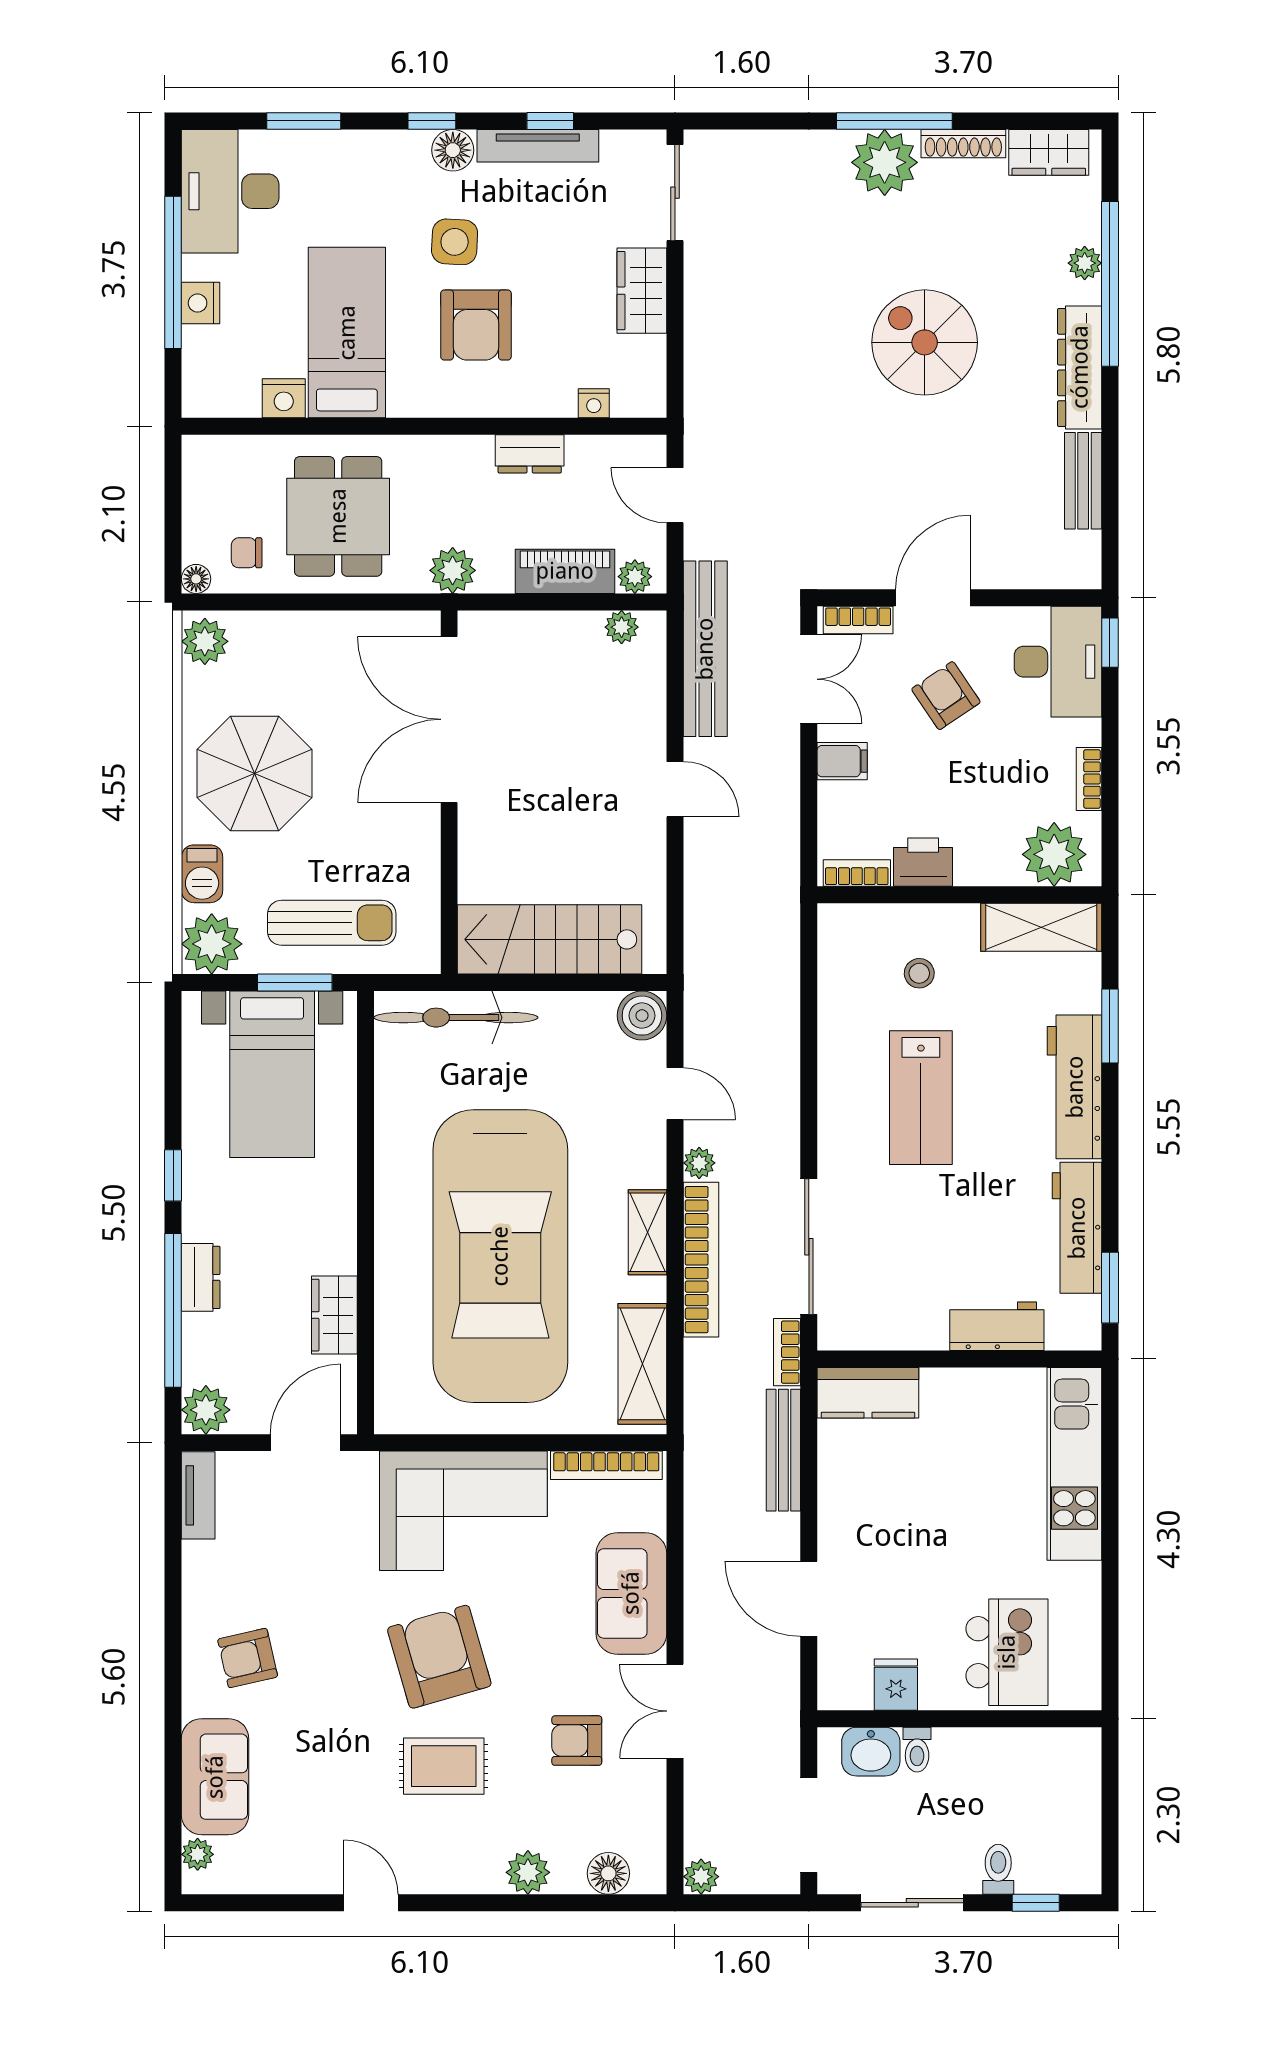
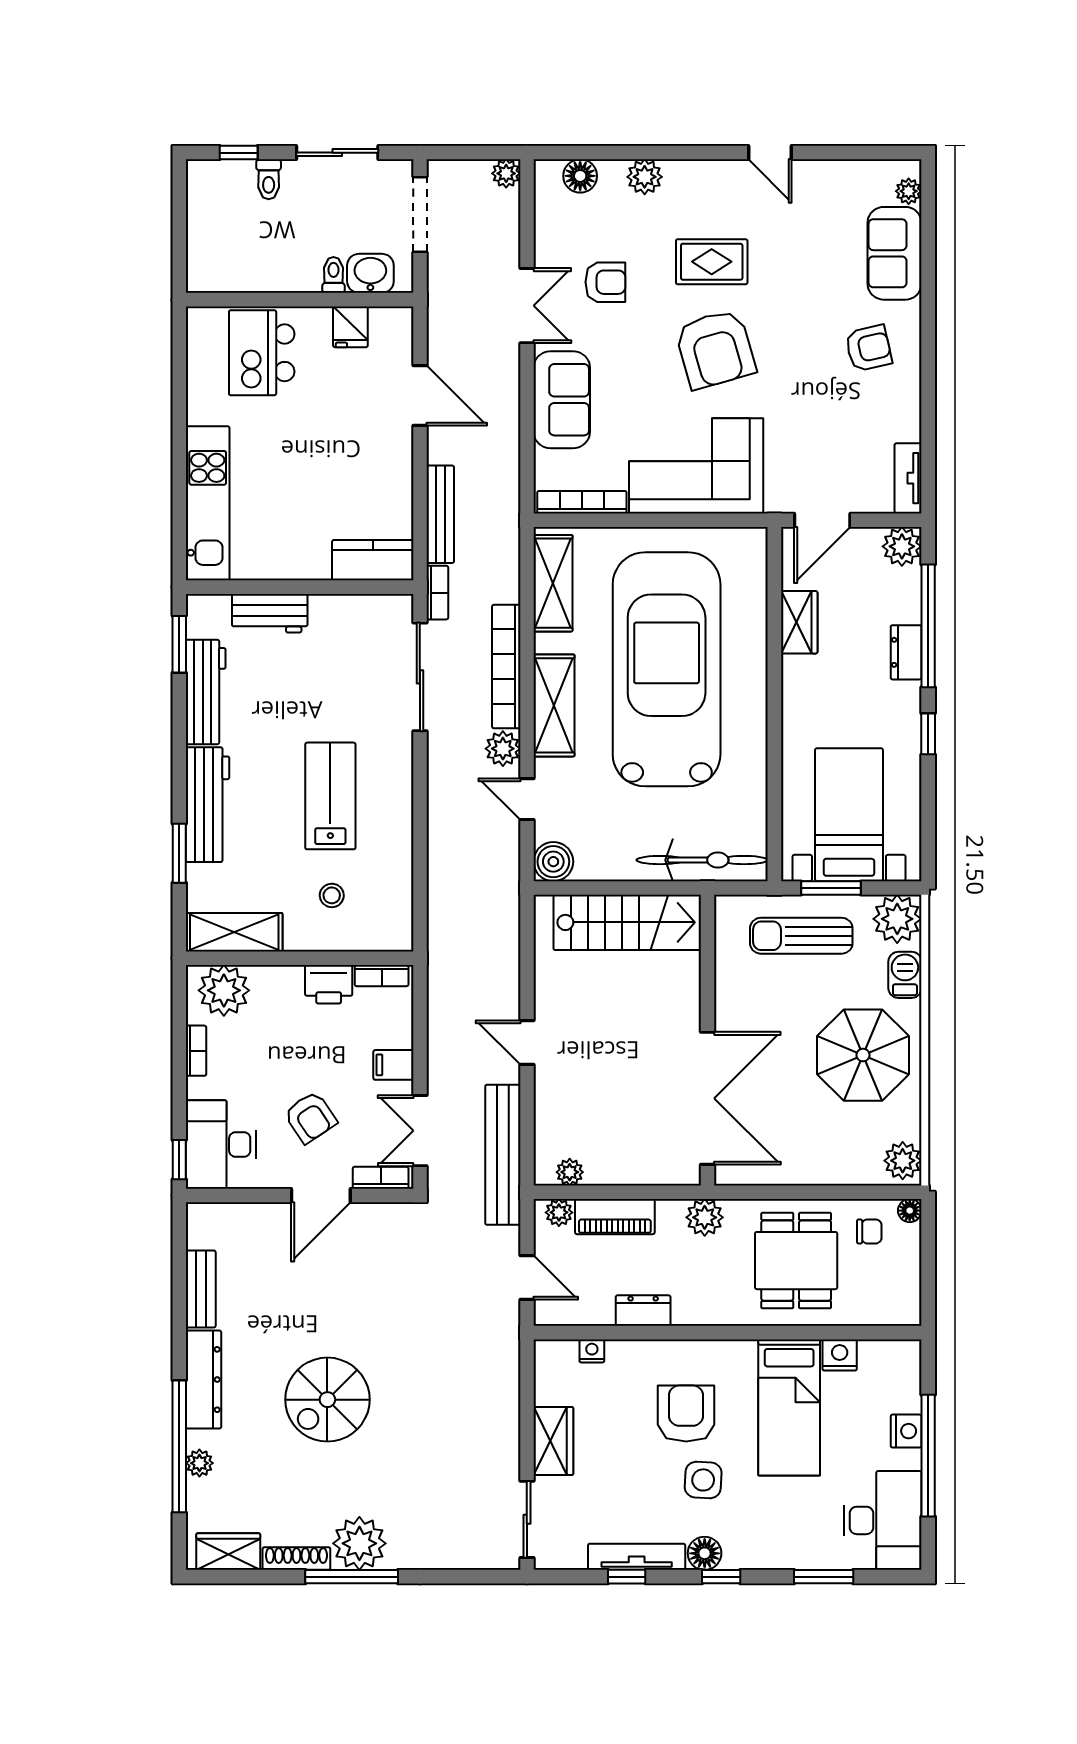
spiral stairs: (925, 342) -> (327, 1400), turned 90
plant: (699, 1163) -> (503, 749), width x1.38, depth x1.38
shelving: (647, 1232) -> (554, 705), width x1.50, depth x1.33

